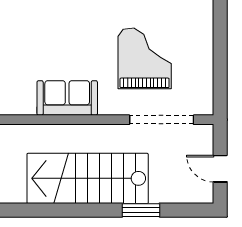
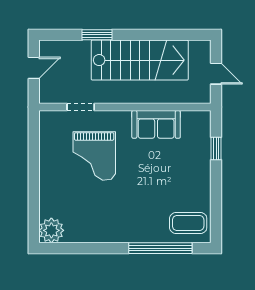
doorway: (162, 120) -> (81, 107), width x0.53
door: (220, 169) -> (34, 68), hinge flipped

